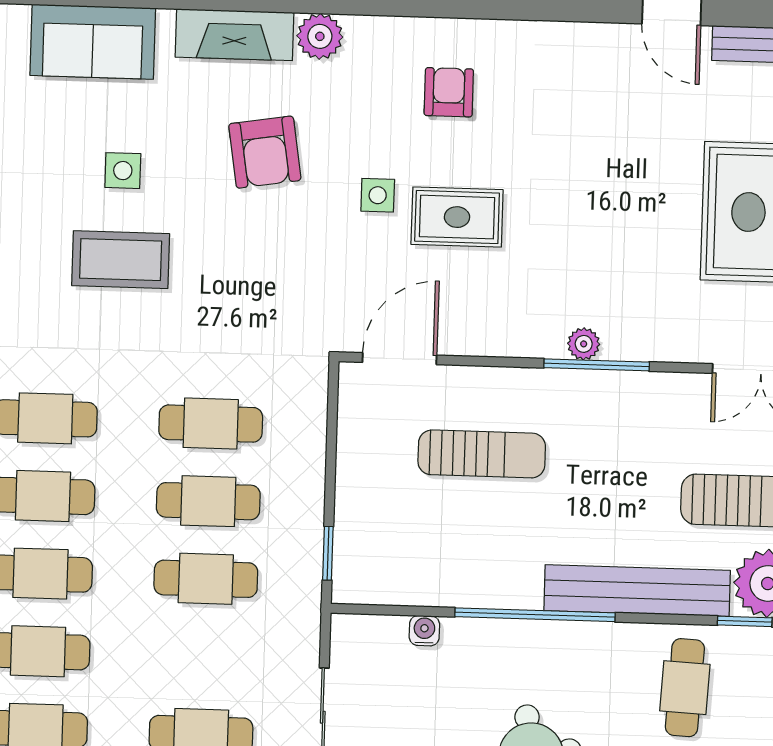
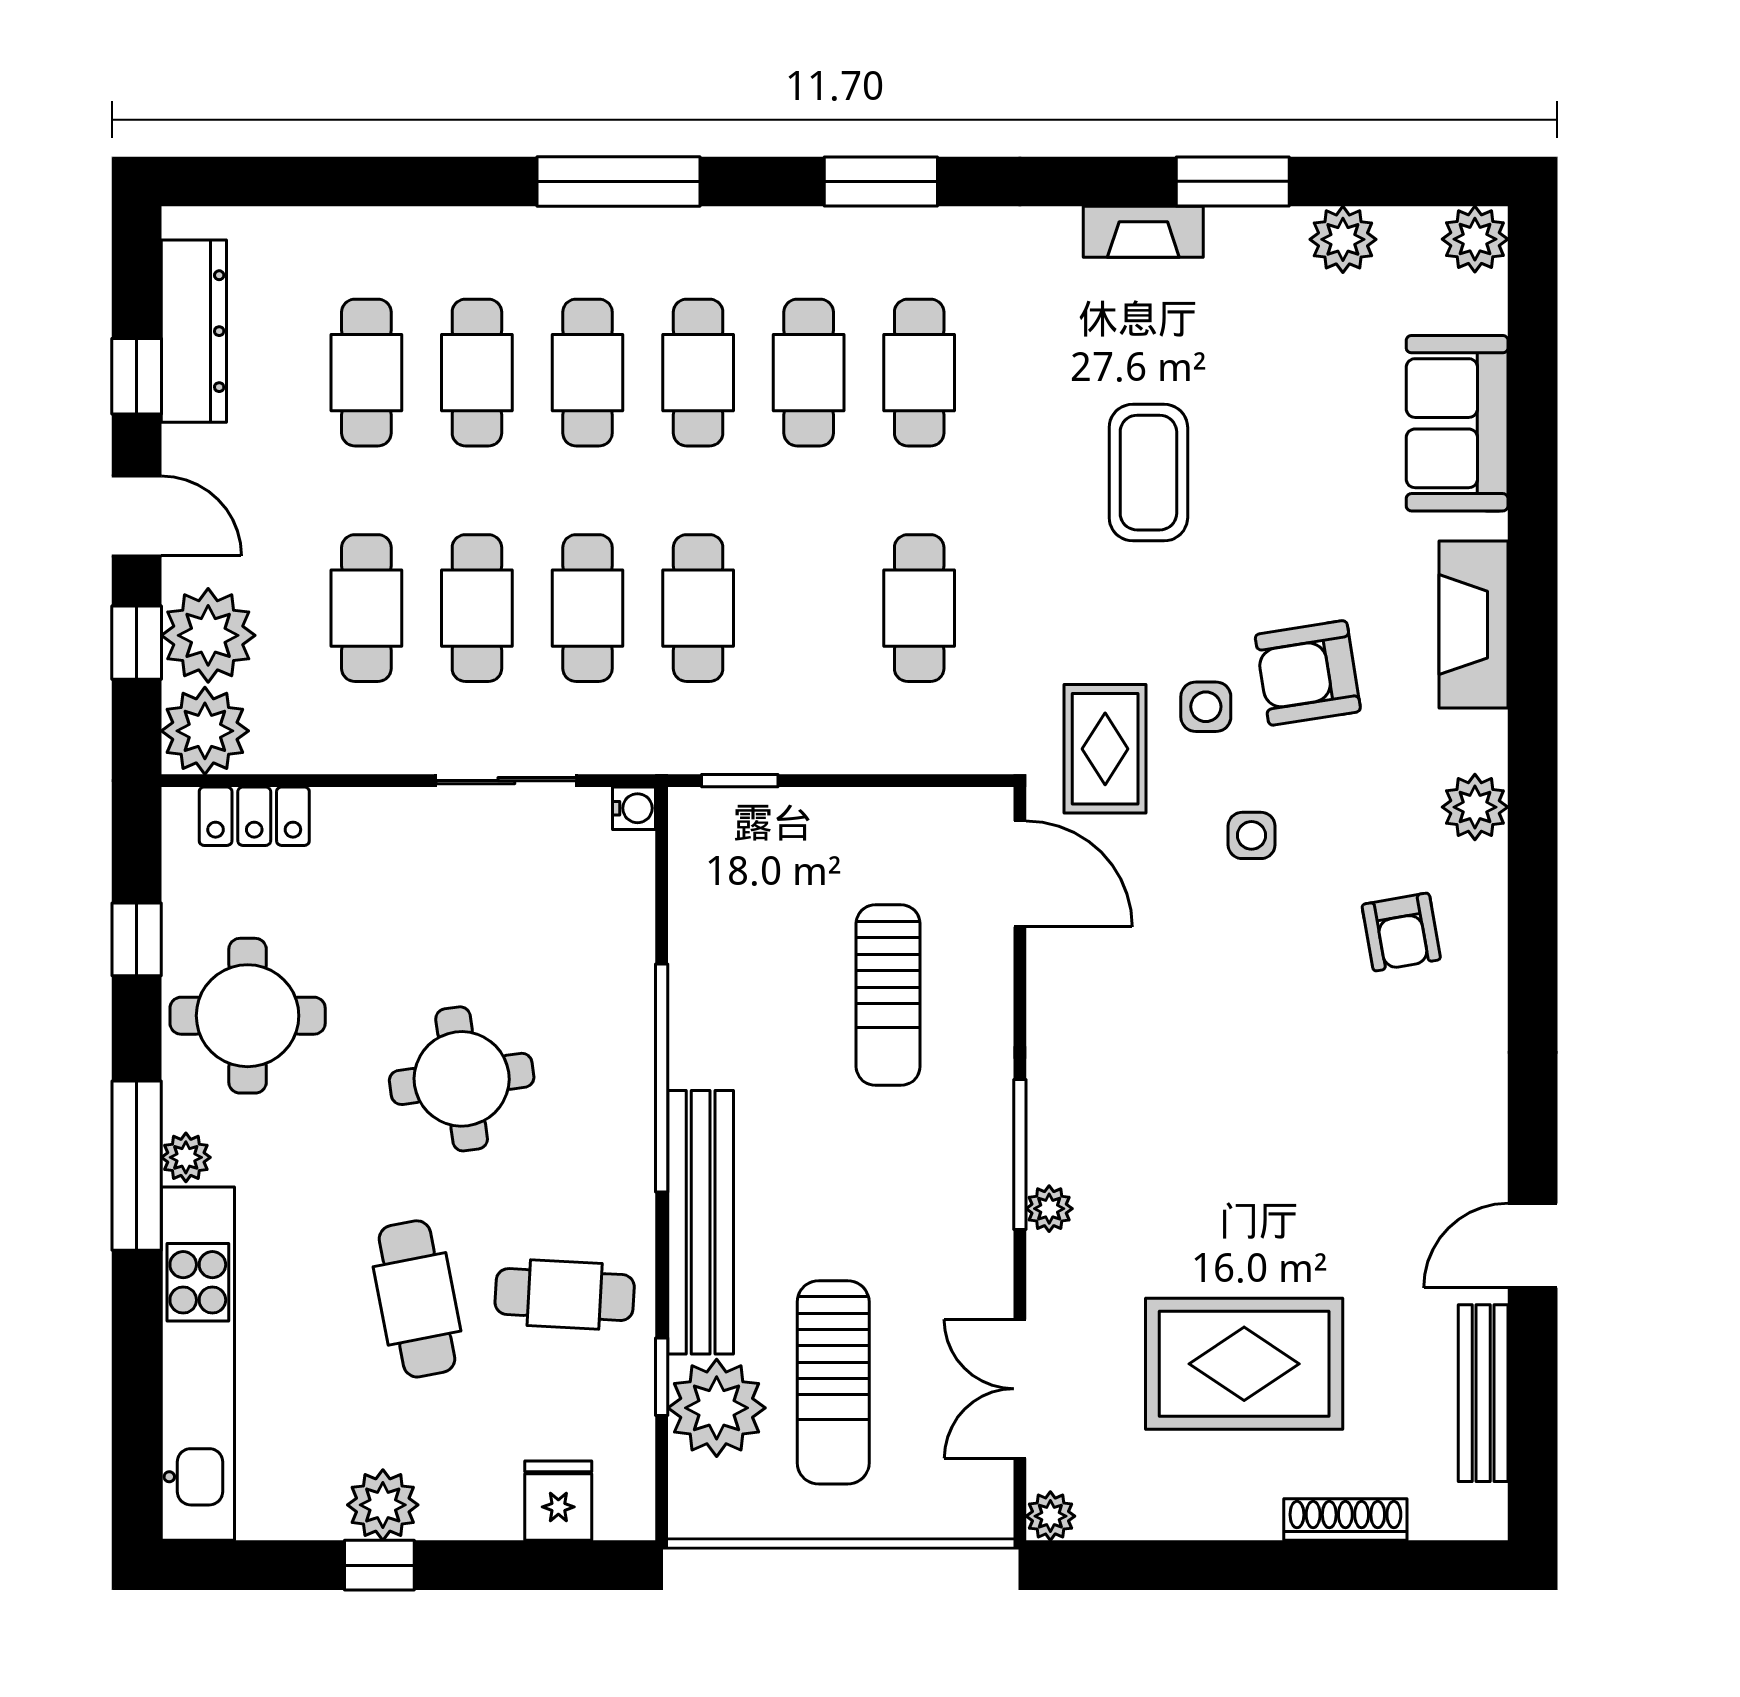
plant: (320, 36) -> (1475, 807), moved
armchair: (449, 92) -> (1401, 932), turned 80
side table: (123, 171) -> (1206, 707), moved
rug: (457, 217) -> (1105, 749), moved
plant: (584, 344) -> (1049, 1209), moved
cafe table: (208, 501) -> (588, 608), moved
water cooler: (424, 631) -> (634, 808), moved

